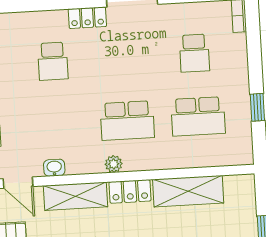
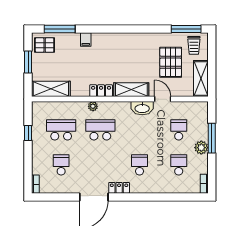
plant: (114, 164) -> (93, 106), moved
washbasin: (54, 168) -> (142, 108), width x1.91, depth x1.45
shelving: (188, 191) -> (51, 89), moved

